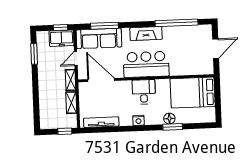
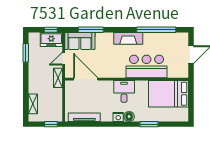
sofa: (99, 38) -> (80, 41), width x0.73
bar counter: (146, 64) -> (146, 66), moved
shelving: (71, 103) -> (33, 104), moved
floor lamp: (169, 119) -> (129, 116), moved

